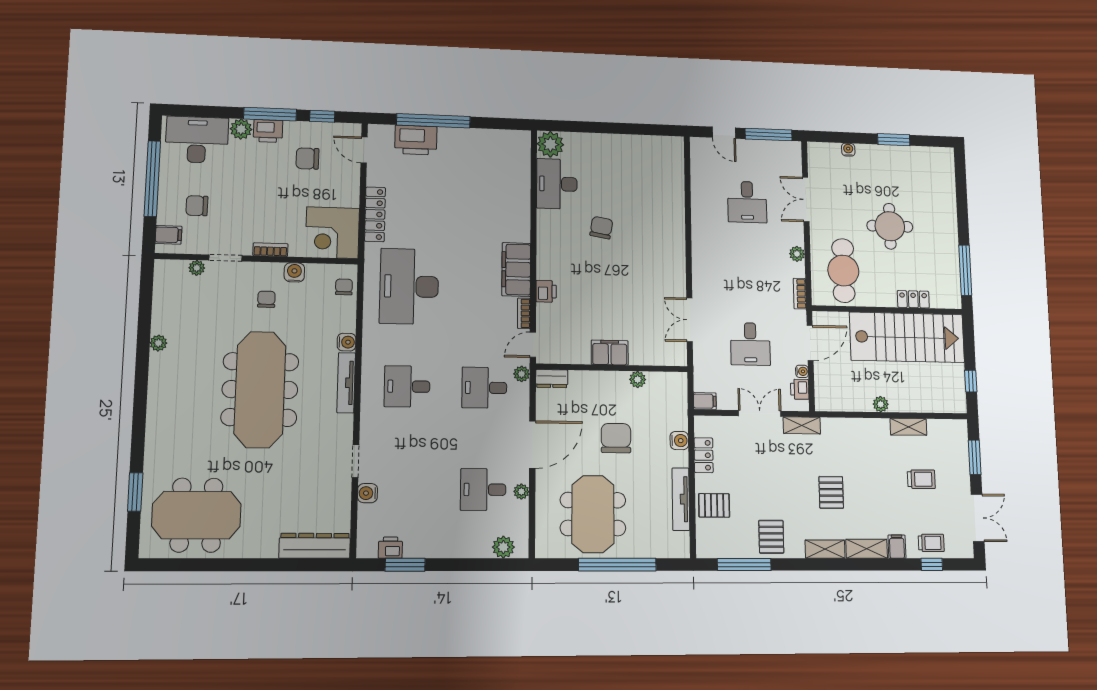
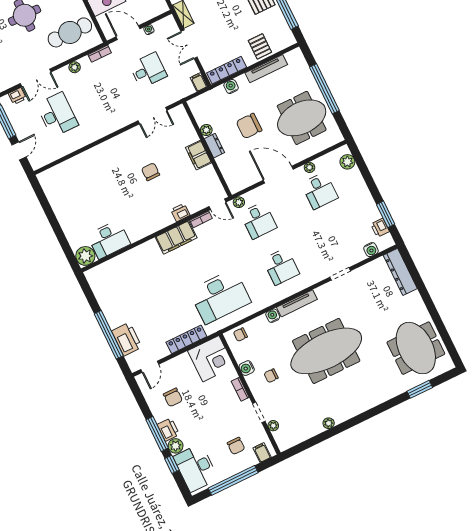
window: (322, 116) -> (172, 464), moved
desk: (747, 202) -> (57, 115), width x1.37
chair: (601, 228) -> (151, 172), moved, turned 80
dresser: (552, 379) -> (214, 146), moved
printer: (800, 389) -> (17, 96), moved
locker: (704, 455) -> (227, 70), width x1.53
water cooler: (368, 493) -> (371, 250), moved

